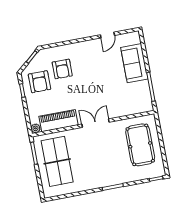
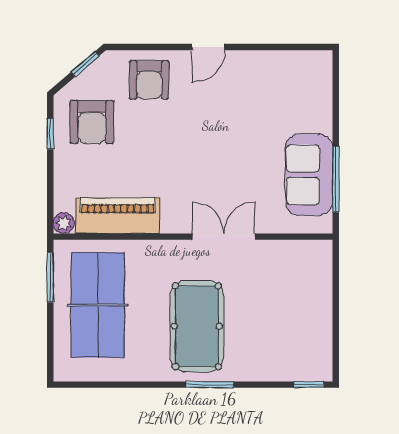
door: (107, 35) -> (208, 47), moved
sofa: (134, 63) -> (309, 175), moved
armchair: (62, 69) -> (149, 80), moved
double door: (95, 123) -> (224, 237), moved
pool table: (140, 145) -> (197, 326), moved

